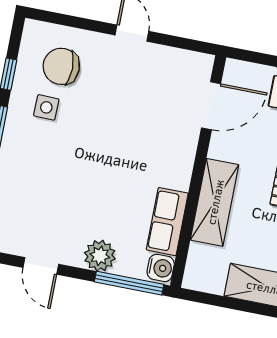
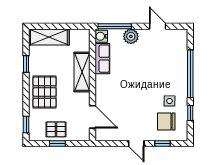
window: (78, 23) -> (162, 144), added
chair: (61, 66) -> (166, 122), turned 180
door: (211, 106) -> (93, 117), swing flipped

